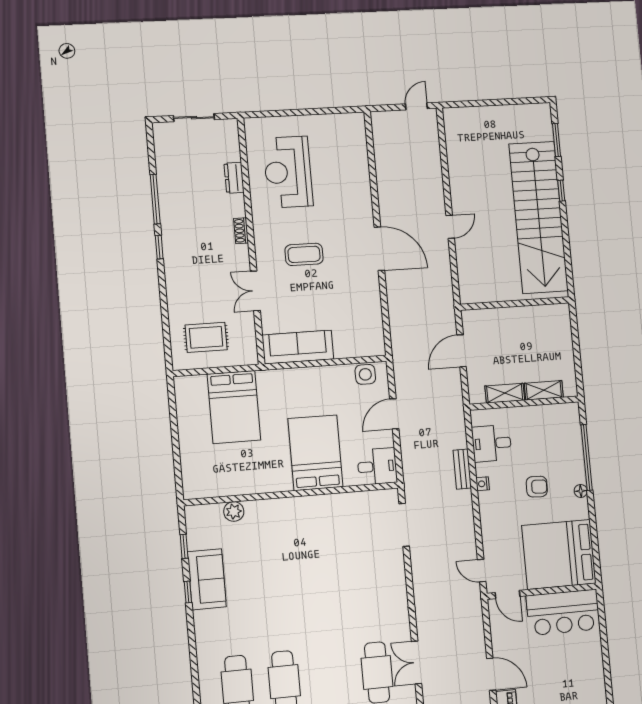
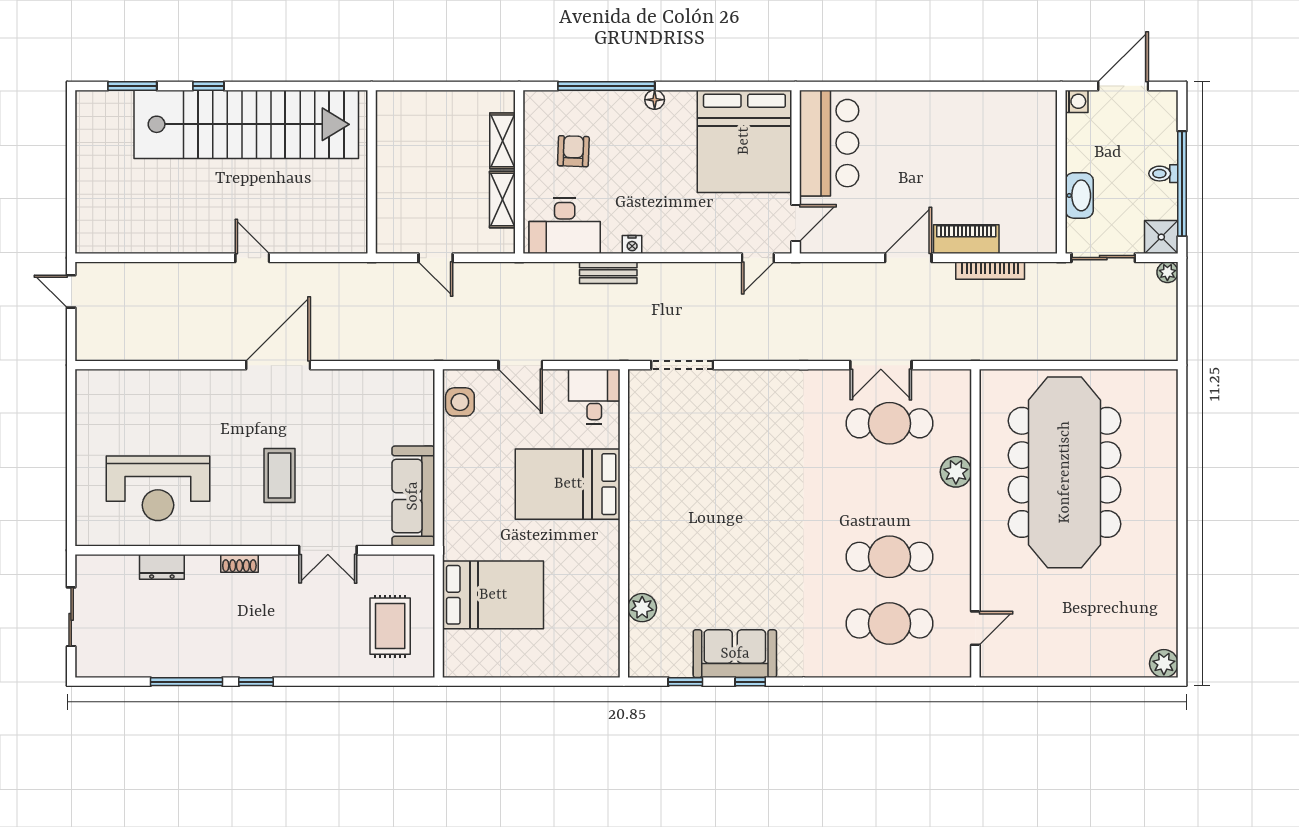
door: (462, 351) -> (436, 258), width x0.73
desk: (492, 443) -> (565, 226), width x1.37
armchair: (537, 487) -> (573, 151), moved

